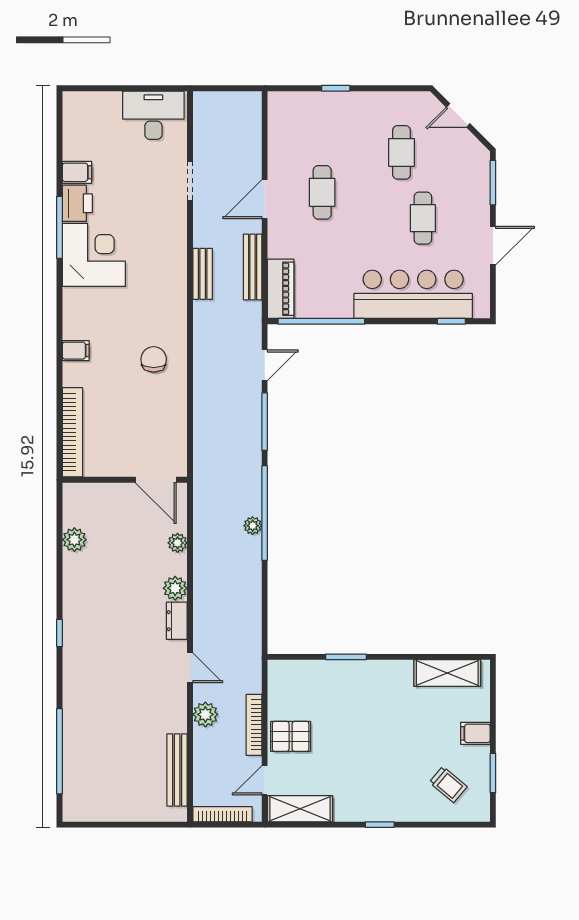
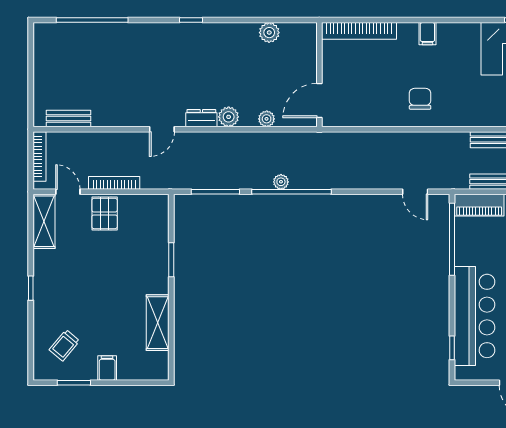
chair: (154, 359) -> (420, 99), turned -90
window: (265, 422) -> (215, 192), moved
shelving: (447, 673) -> (158, 323), moved
plant: (205, 714) -> (123, 142), removed
bench: (177, 770) -> (68, 118), width x0.73

